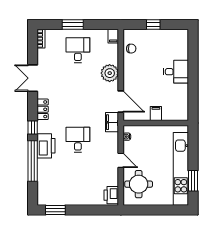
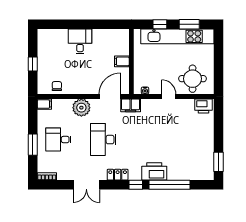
desk: (78, 140) -> (103, 140), moved, width x1.37
window: (193, 151) -> (160, 24), added
door: (121, 160) -> (169, 97), hinge flipped

